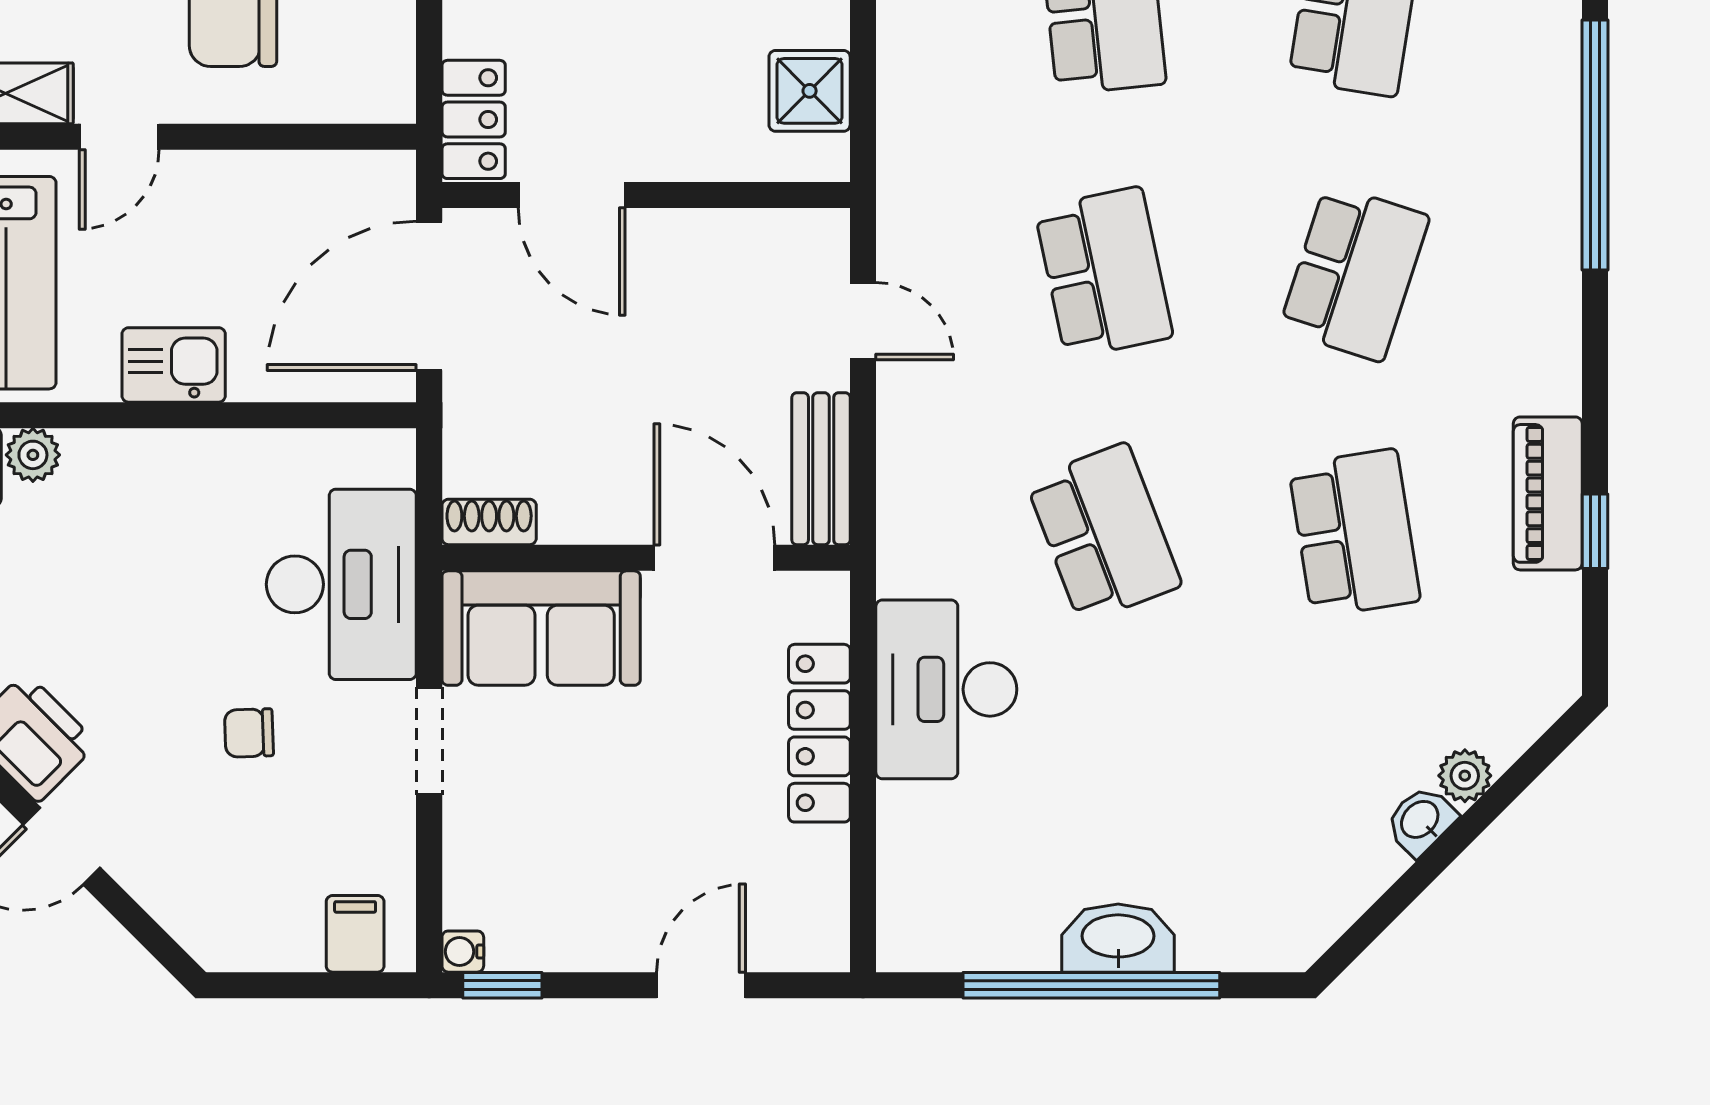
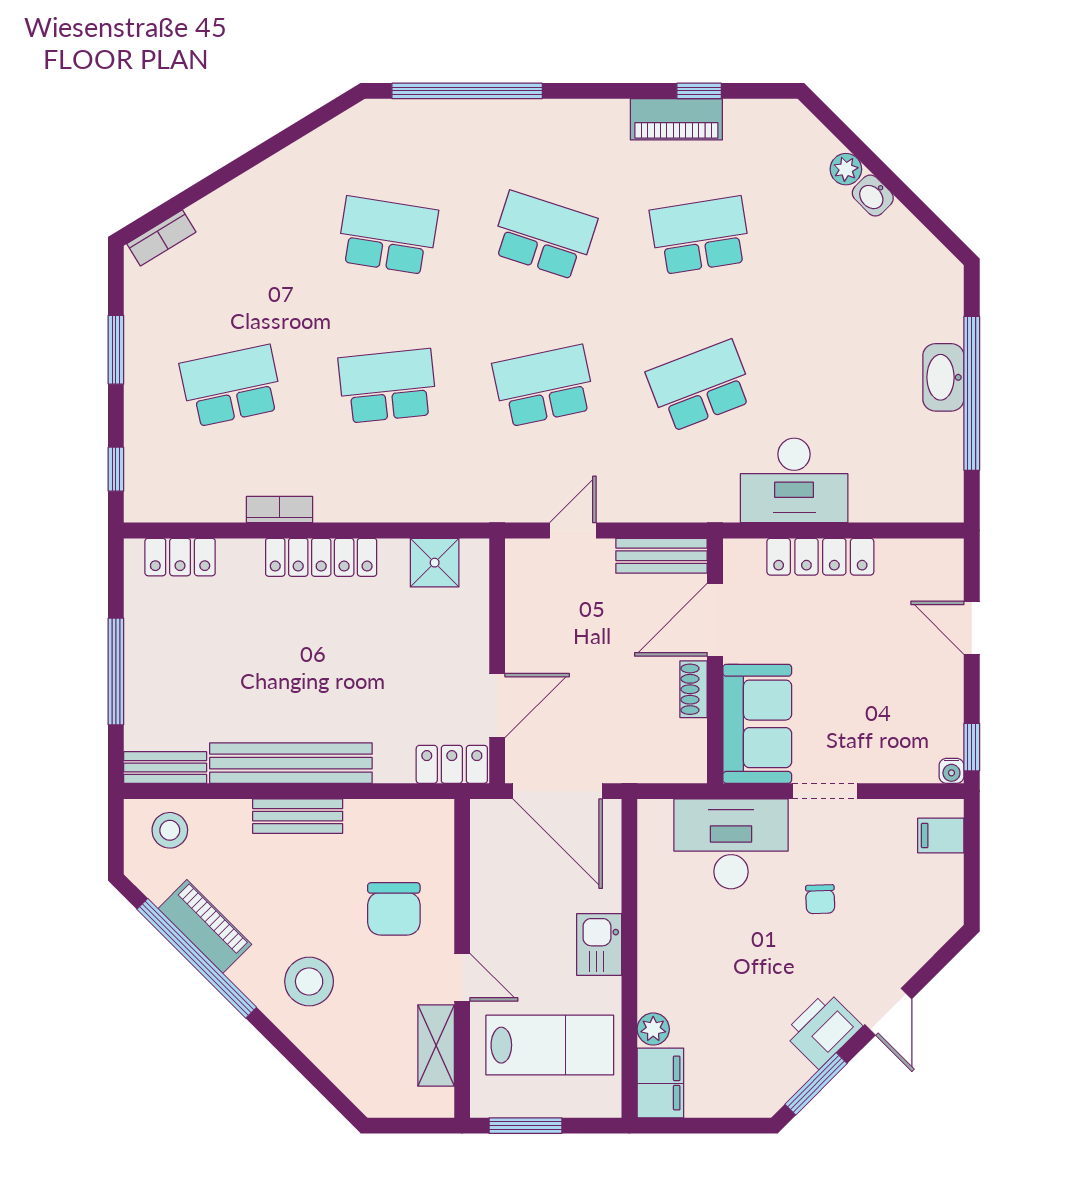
shoe rack: (489, 522) -> (693, 689), moved

